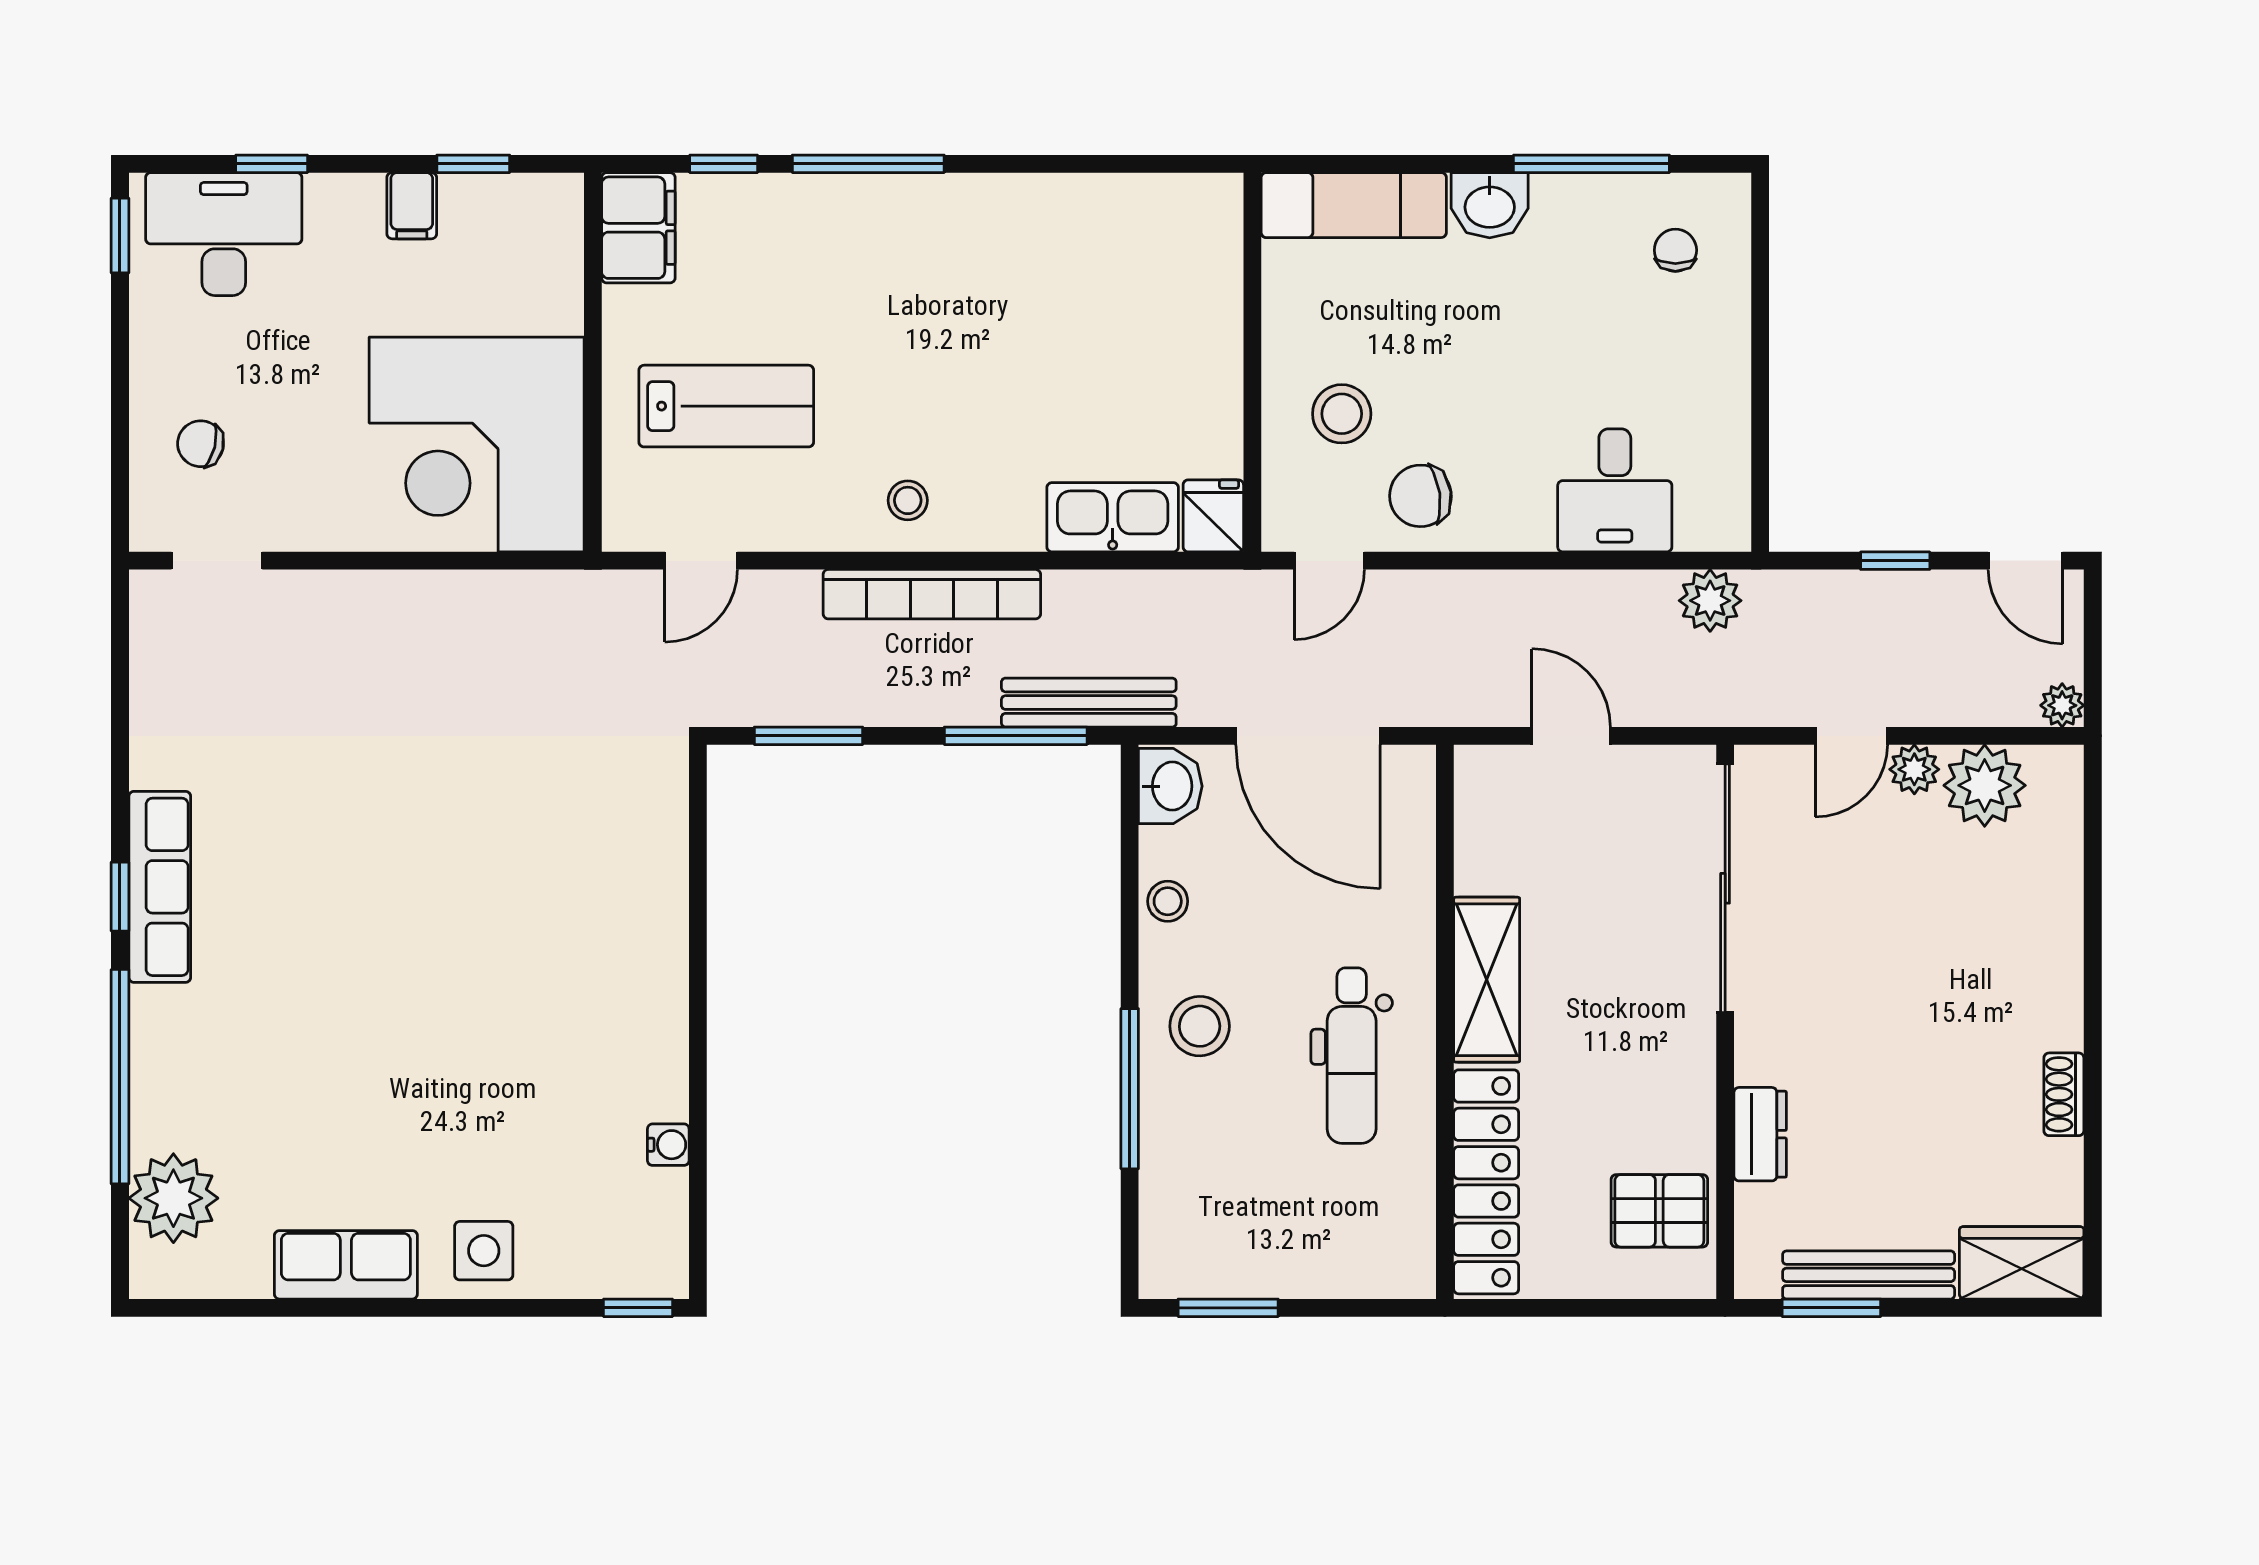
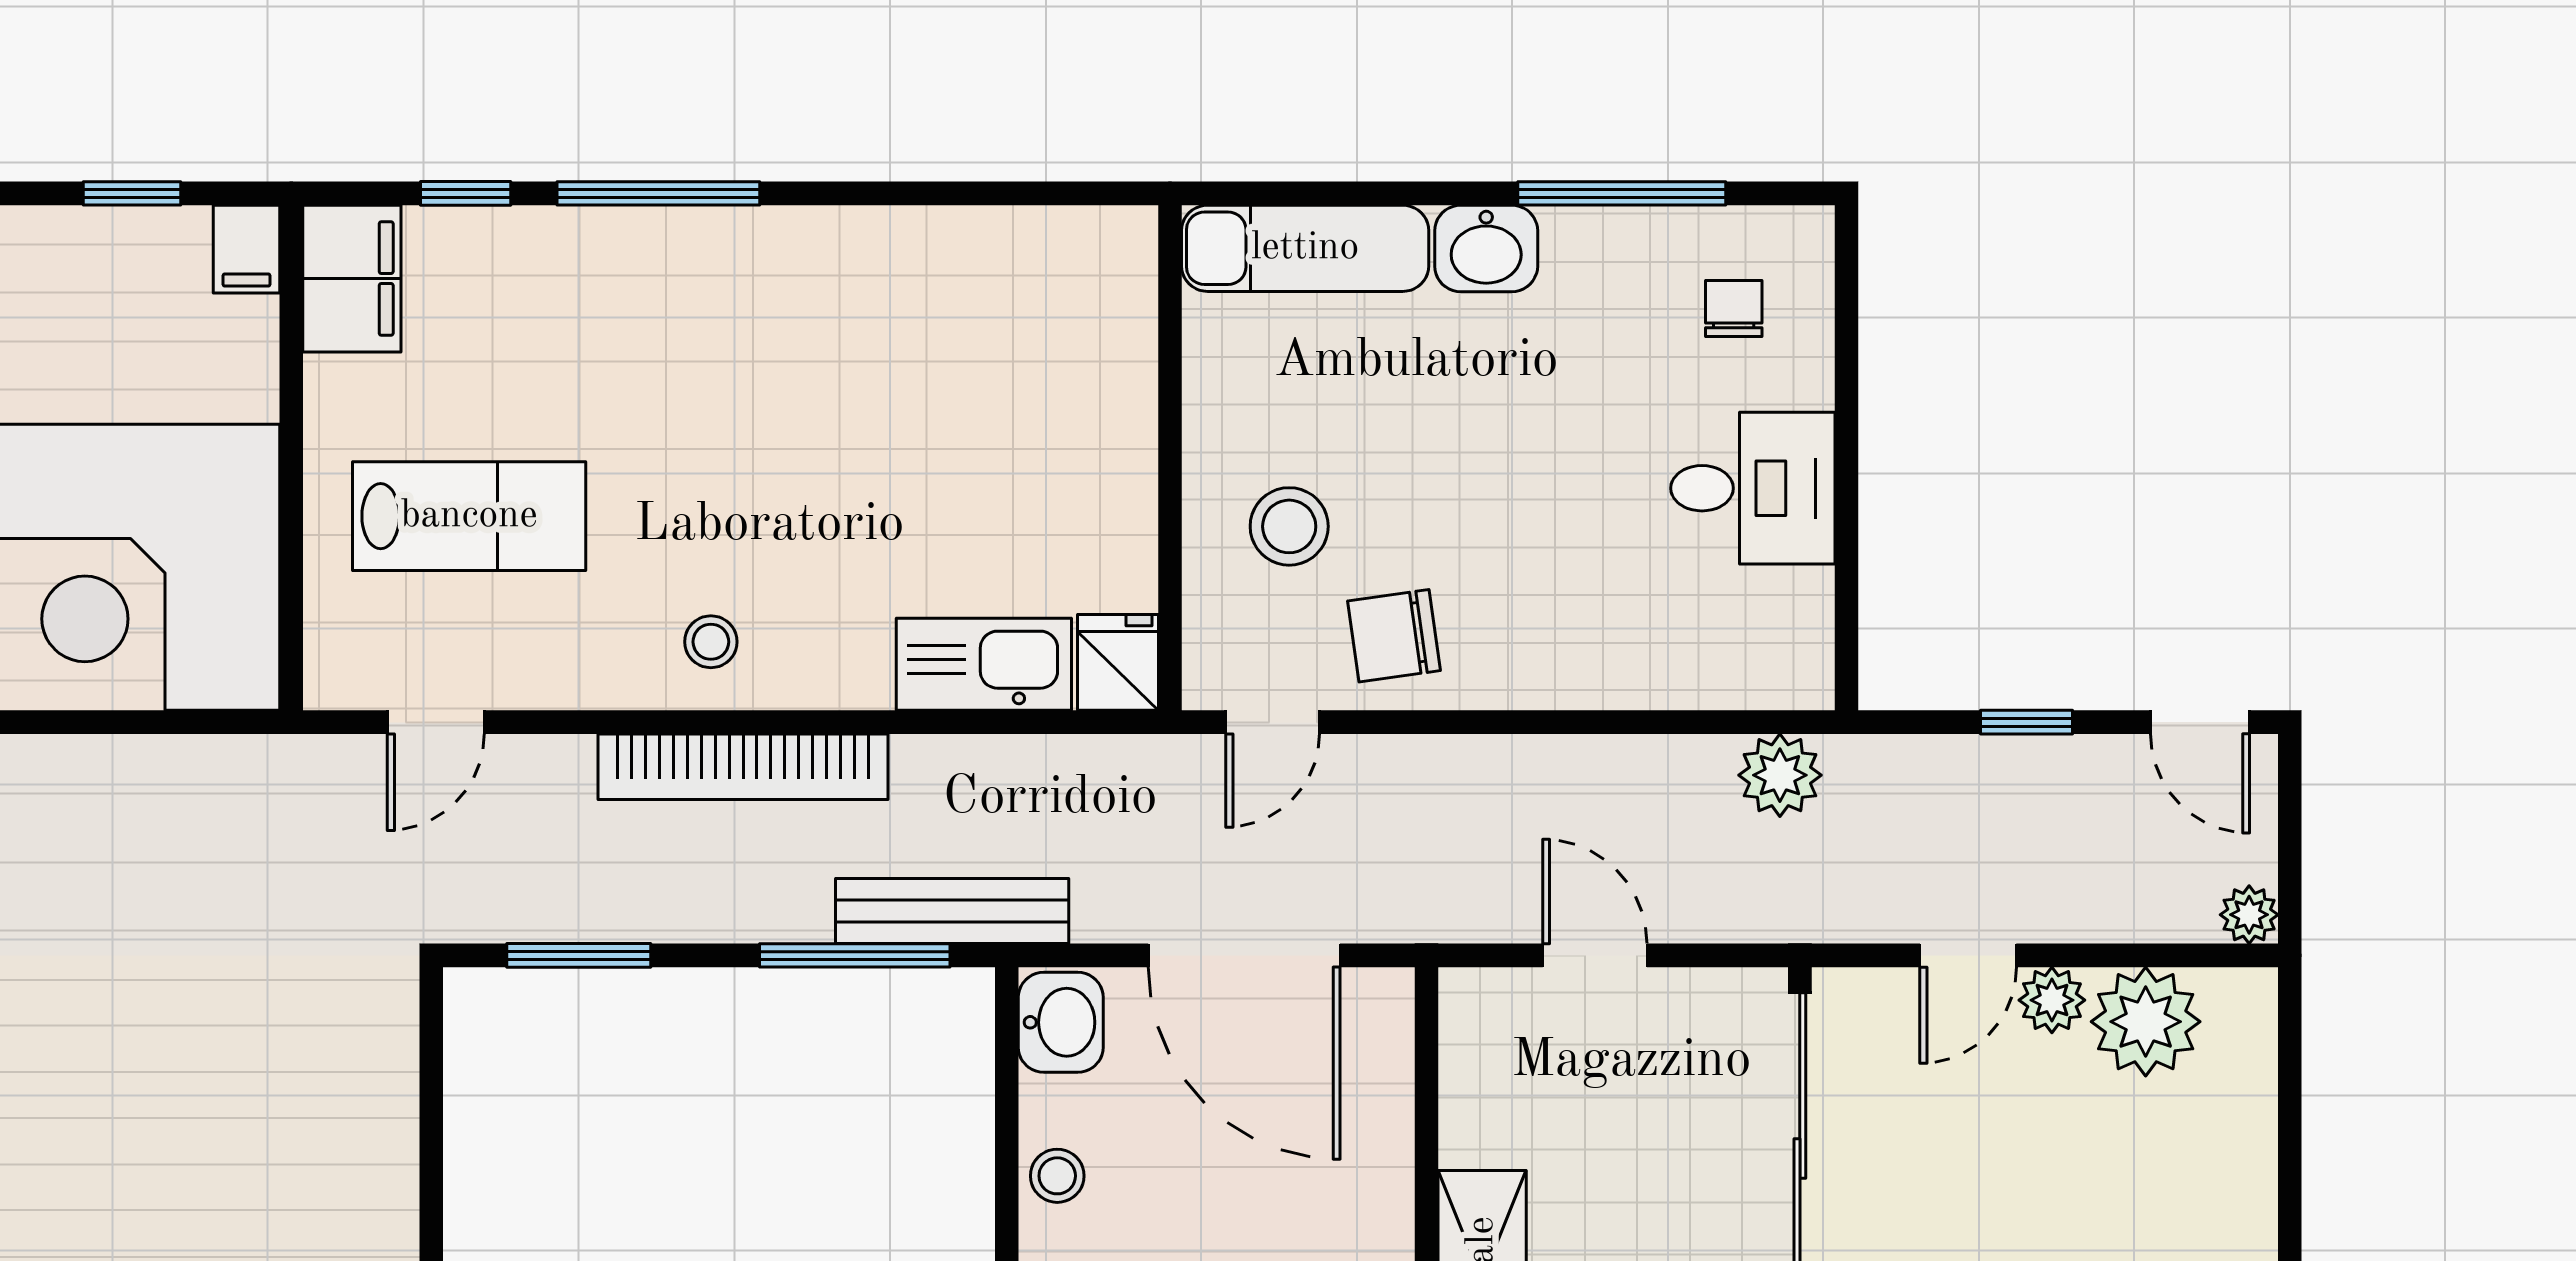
filing cabinet: (412, 206) -> (247, 249), moved
desk: (1615, 490) -> (1753, 488), moved, turned -90

